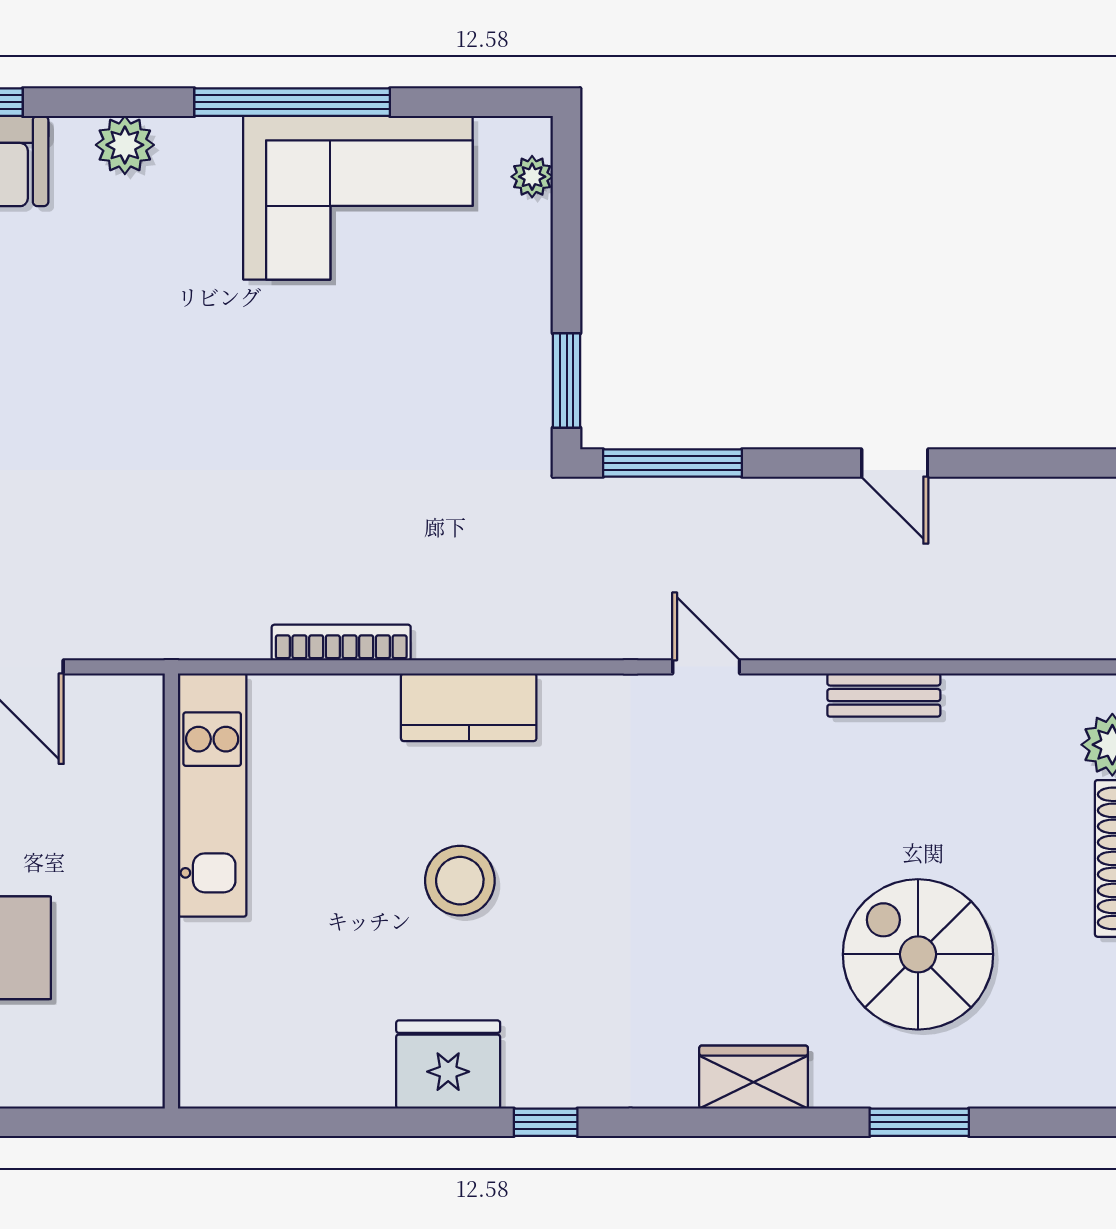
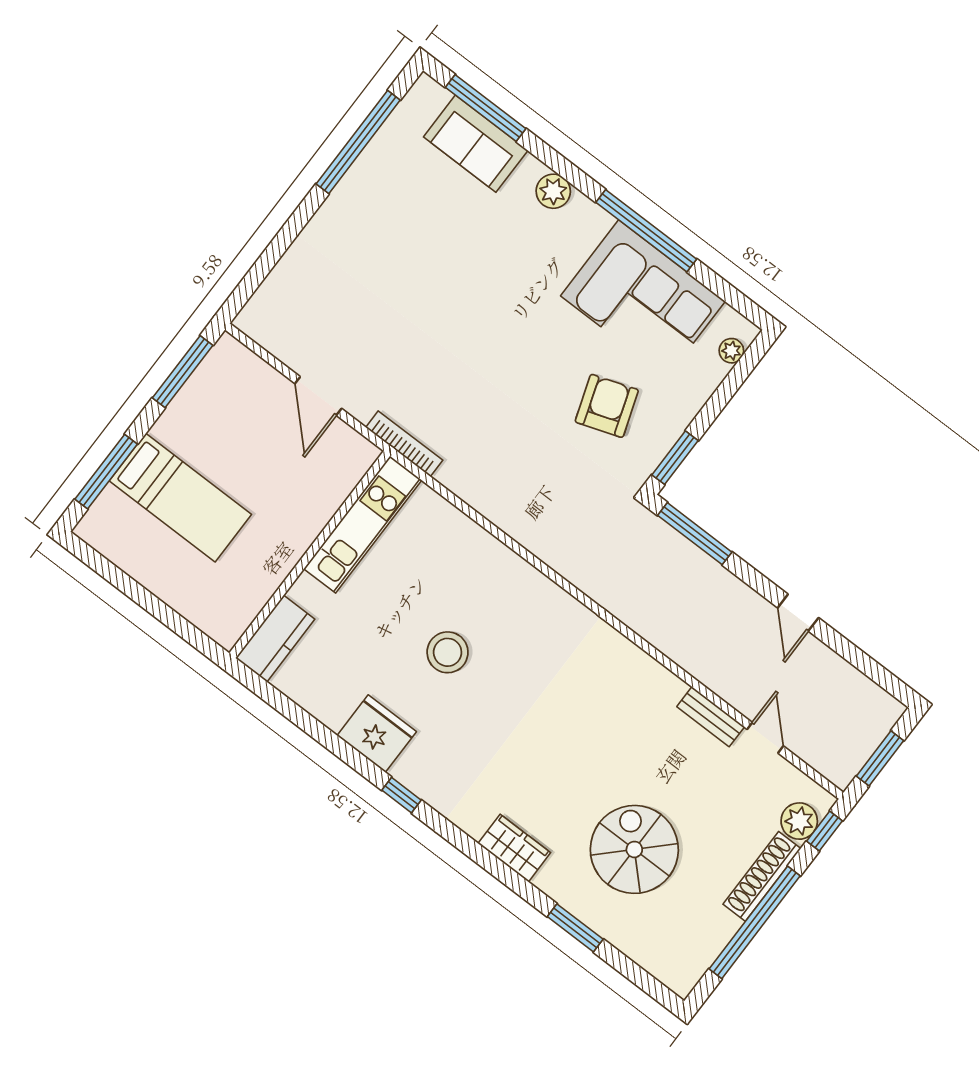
armchair: (420, 381) -> (607, 406), added
bookcase: (341, 643) -> (404, 444), moved
door: (706, 667) -> (765, 738), moved
kitchen counter: (469, 707) -> (275, 639), moved, turned -90

